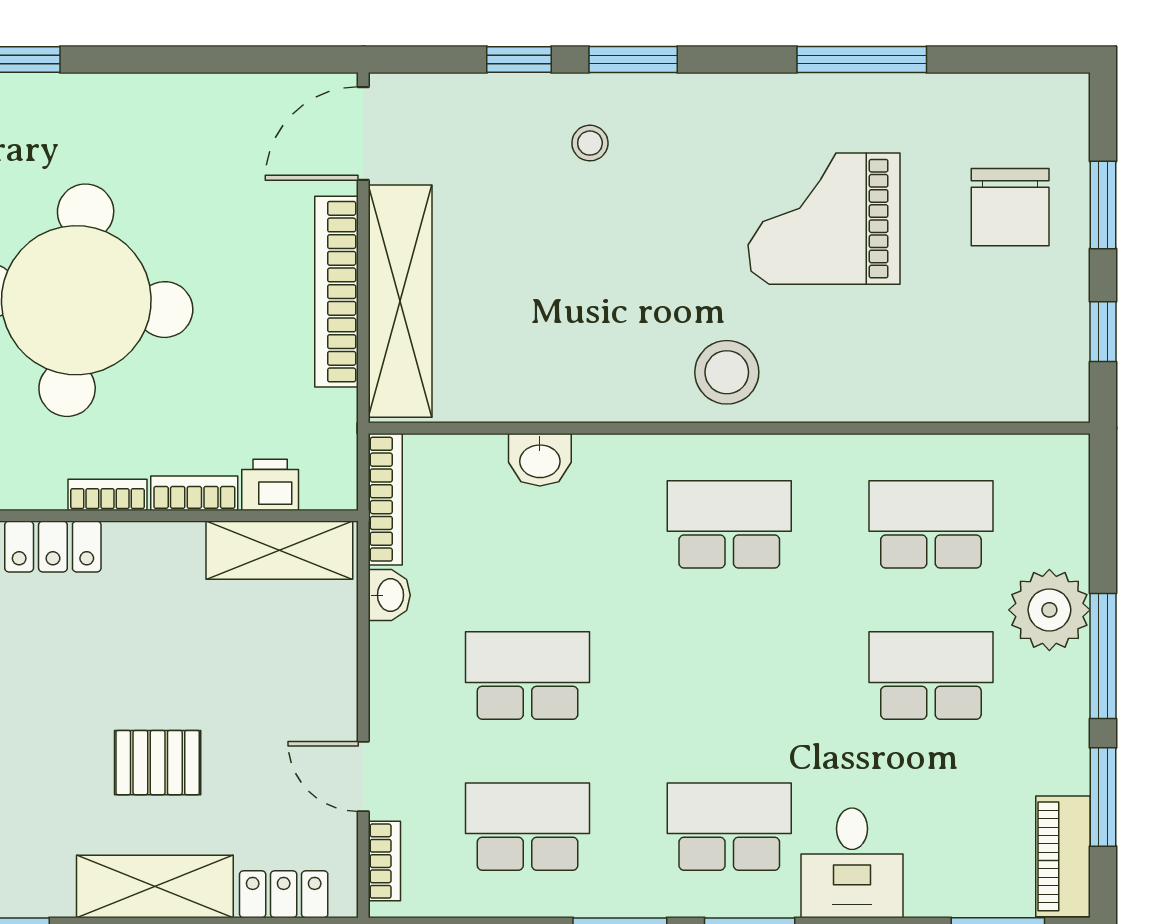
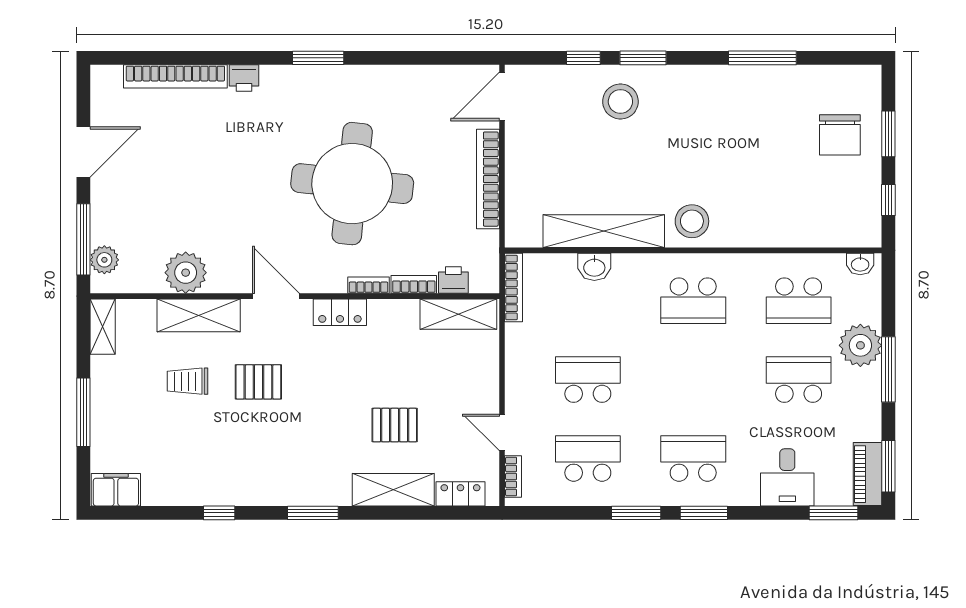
stool: (590, 143) -> (620, 101), width x1.89, depth x1.89
grand piano: (824, 219) -> (743, 141), removed
shelving: (400, 301) -> (604, 231), moved, turned 90
school desk: (729, 524) -> (693, 301), turned 180
school desk: (931, 524) -> (799, 301), turned 180
washbasin: (389, 595) -> (860, 264), moved, turned 90
window: (1103, 797) -> (888, 466), moved
desk: (852, 863) -> (787, 477), moved

